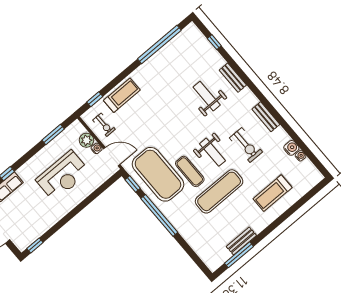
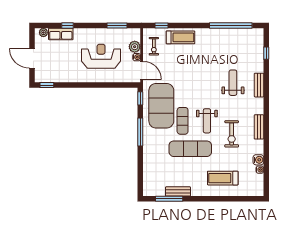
reception desk: (63, 176) -> (101, 56), turned 180
window: (159, 215) -> (140, 132), width x0.68

